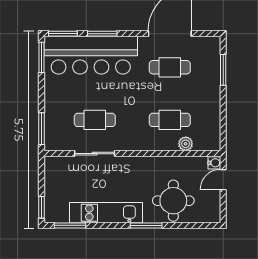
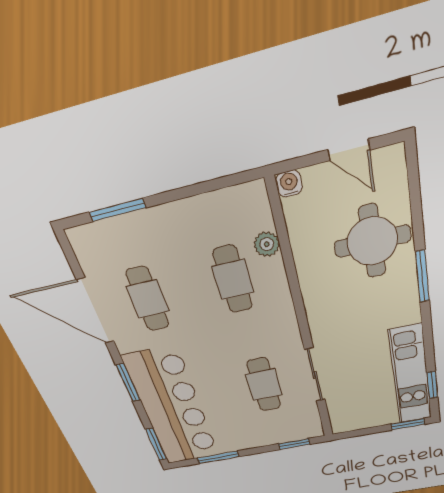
window: (102, 34) -> (128, 383), moved
window: (42, 57) -> (218, 457), moved
window: (42, 129) -> (294, 444), width x0.67
door: (223, 180) -> (349, 150), moved
kitchen unit: (106, 213) -> (411, 375), moved
window: (70, 225) -> (432, 385), width x0.67

